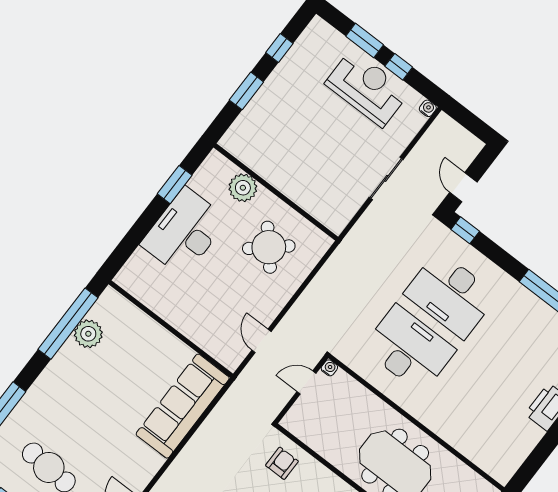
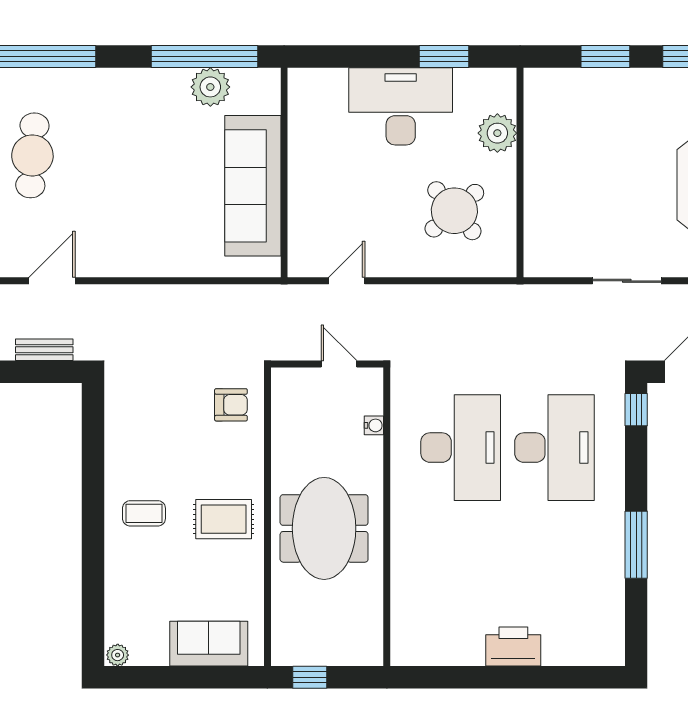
desk: (451, 295) -> (555, 448), turned 180
water cooler: (329, 368) -> (374, 425), moved
sofa: (183, 406) -> (253, 186), moved, turned -90

